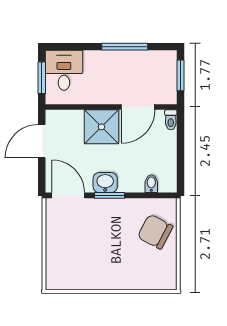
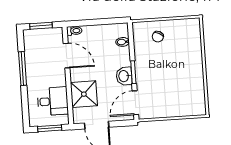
desk: (64, 70) -> (53, 101), moved, turned 180
shower: (101, 127) -> (84, 94), moved
chair: (155, 232) -> (158, 37), width x0.54, depth x0.54

